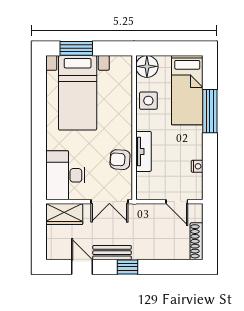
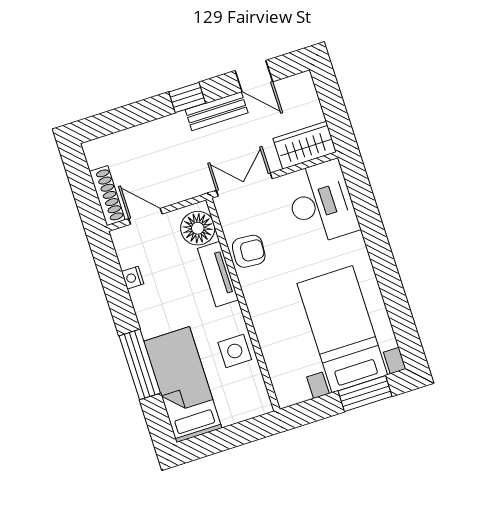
floor lamp: (147, 66) -> (198, 228), moved
shoe rack: (197, 241) -> (107, 196), moved

